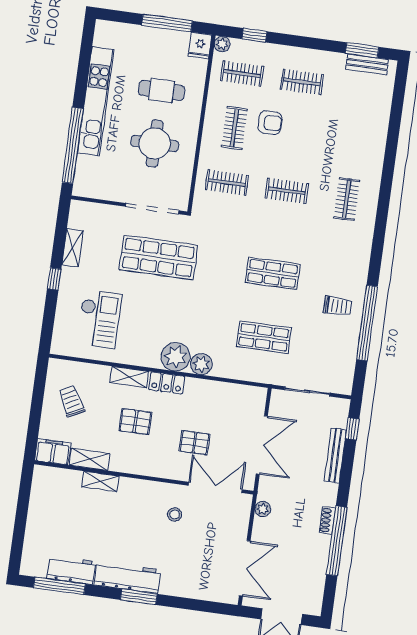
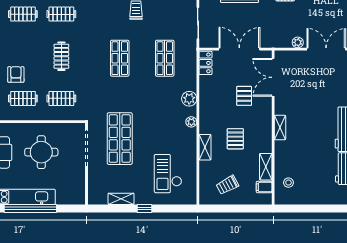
window: (73, 145) -> (30, 209), moved
clothes rail: (354, 145) -> (23, 14), added
clothes rail: (227, 183) -> (61, 98), turned 90
checkout: (99, 319) -> (168, 174), turned -90
plant: (176, 357) -> (191, 122), width x0.53, depth x0.53
locker: (167, 383) -> (206, 63), moved
filing cabinet: (53, 452) -> (264, 187), width x0.50
shelving: (100, 481) -> (280, 128), moved
plant: (263, 509) -> (298, 42), moved
stool: (175, 514) -> (288, 183), moved

